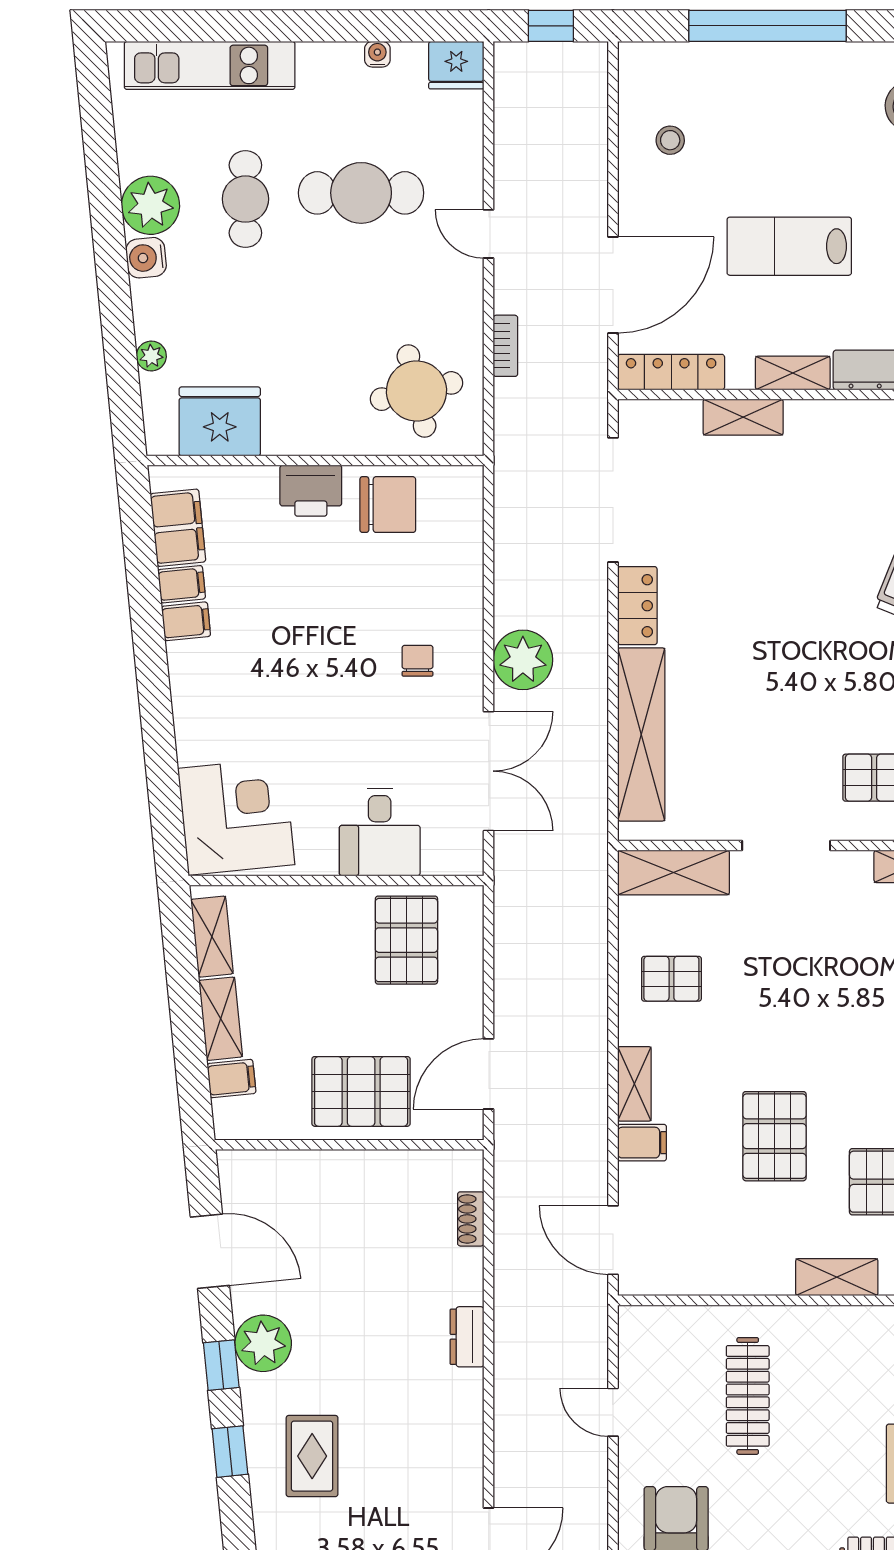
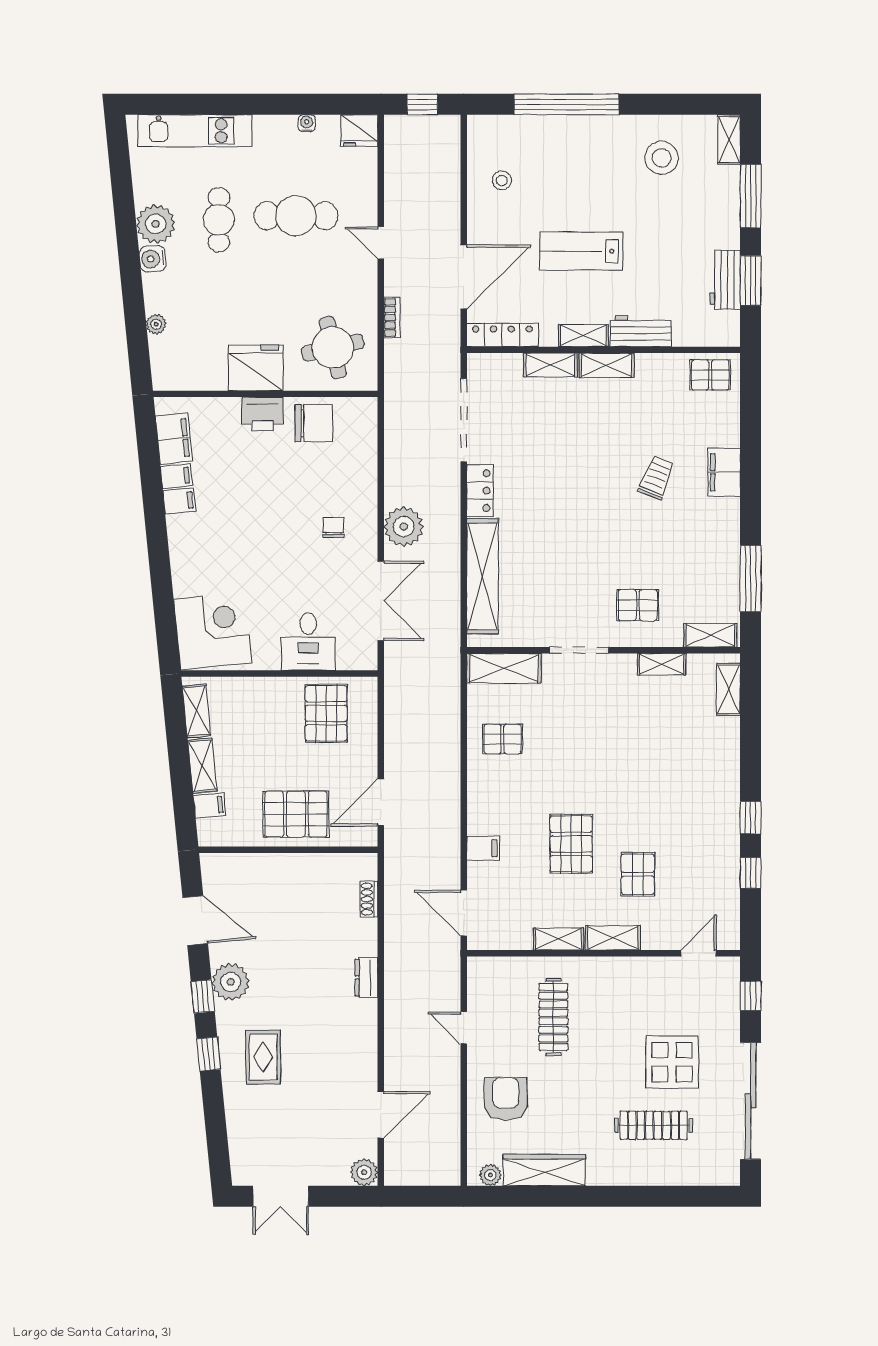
shelving: (827, 418) -> (607, 365), added
fridge: (220, 421) -> (256, 368), moved
shelving: (634, 1084) -> (558, 939), moved, turned 90

